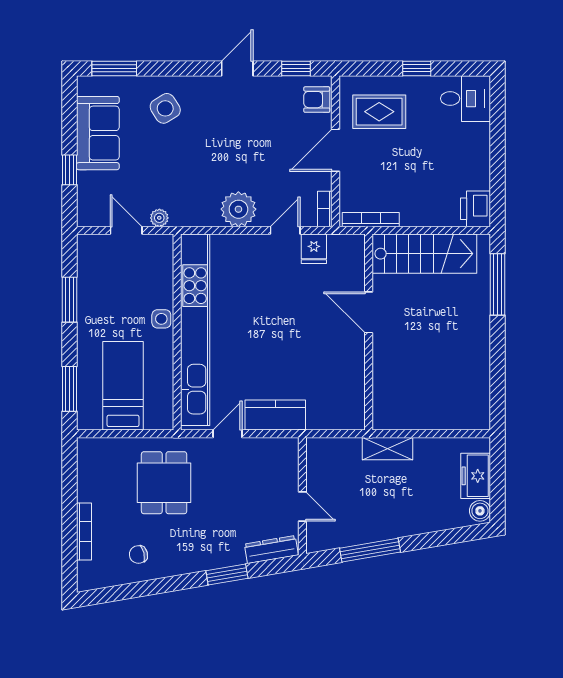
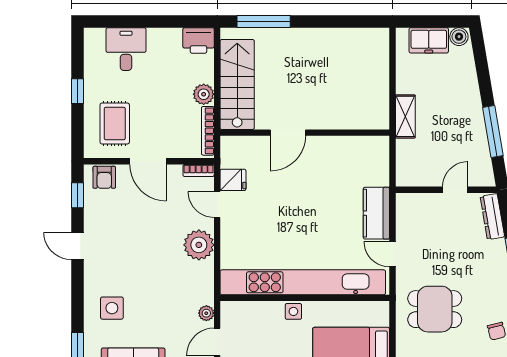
desk: (466, 99) -> (126, 49), moved
side table: (165, 108) -> (112, 308), turned 32
plant: (413, 215) -> (204, 94), added

